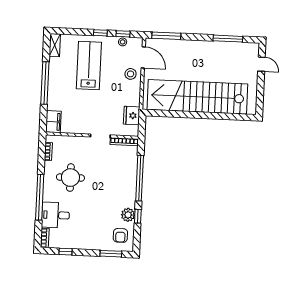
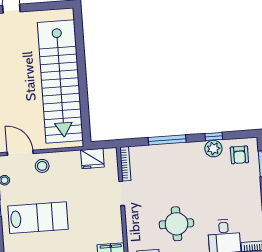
door: (143, 57) -> (20, 153), hinge flipped
lab bench: (89, 66) -> (38, 218), turned 180
window: (140, 178) -> (167, 140), width x0.68
armchair: (120, 235) -> (239, 155), turned 90

